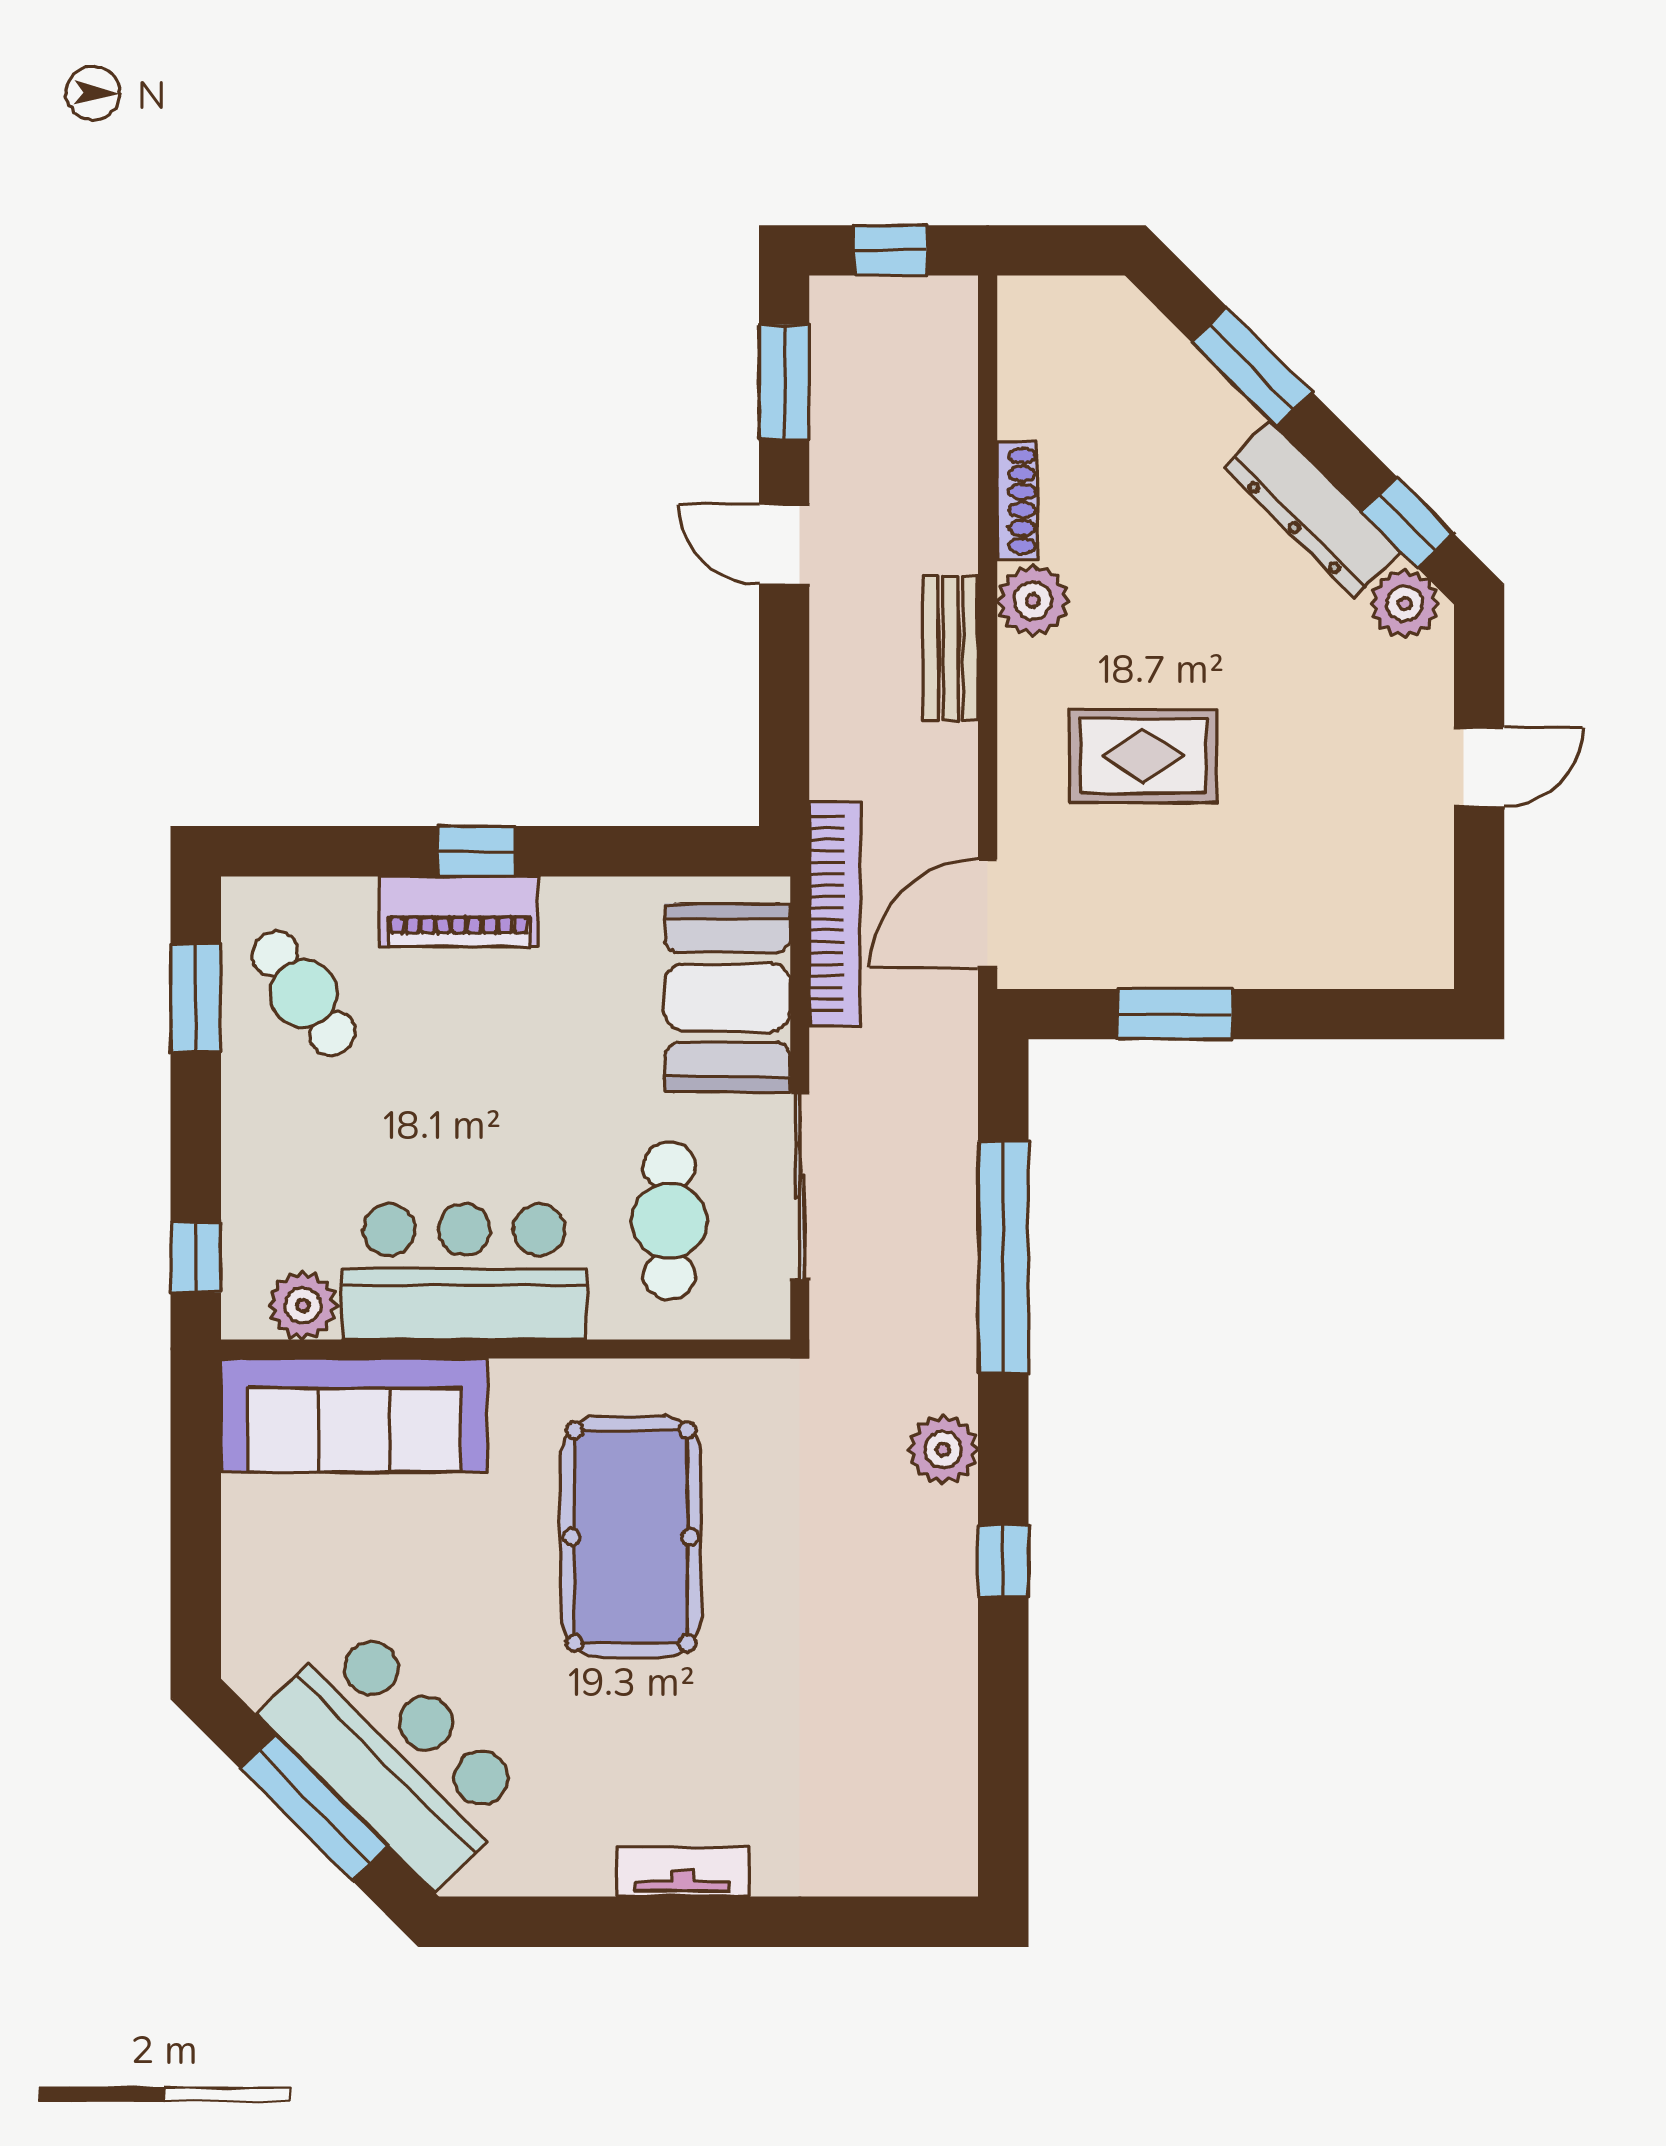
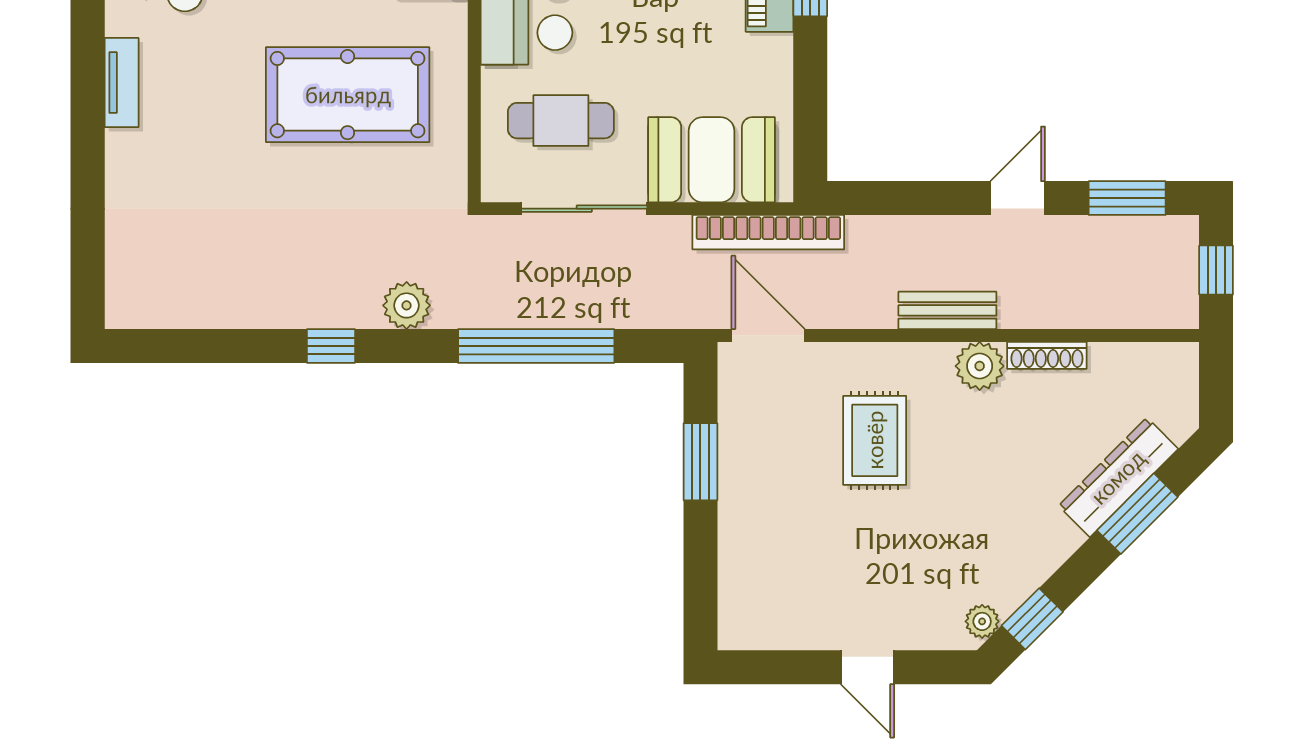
dresser: (1312, 509) -> (1118, 477), moved
plant: (1405, 603) -> (982, 621), width x0.73, depth x0.73
tv unit: (682, 1871) -> (122, 83), moved

